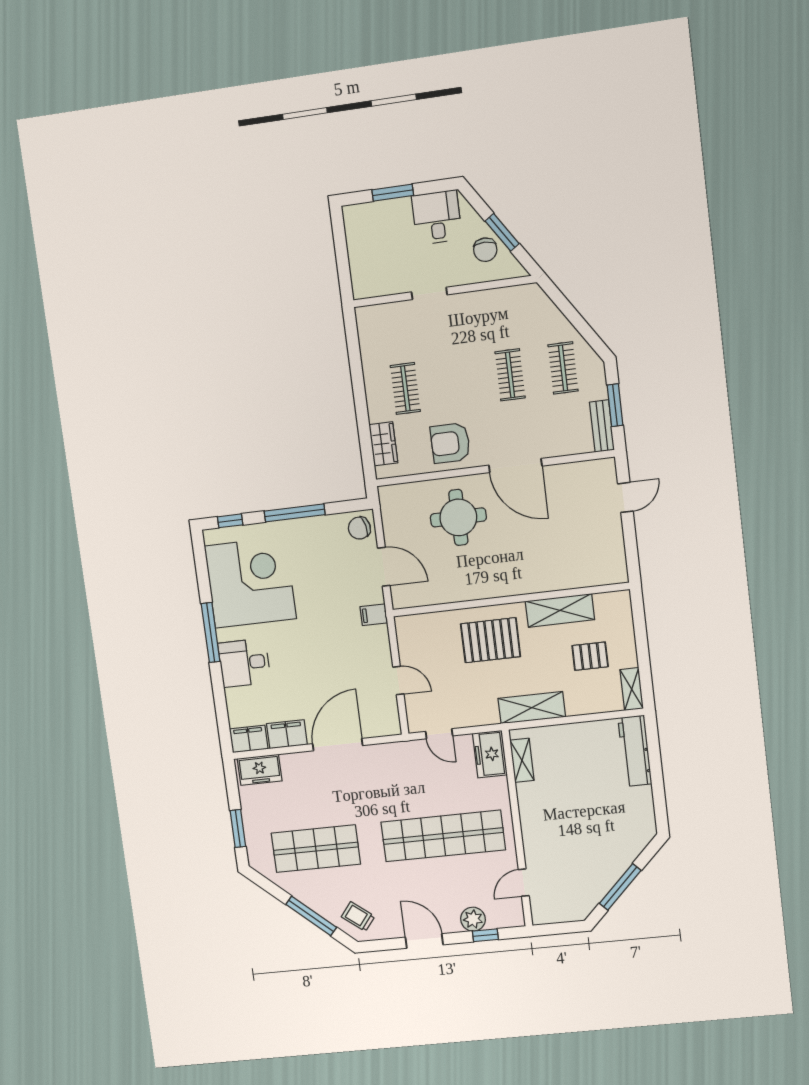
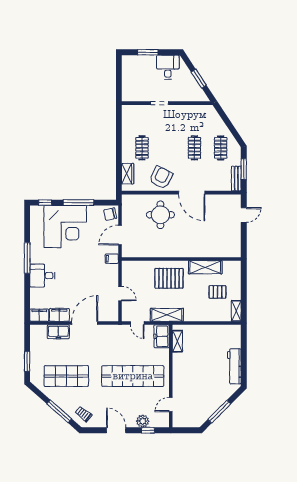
chair: (485, 250) -> (190, 86), removed
armchair: (450, 443) -> (161, 178), turned 117
door: (384, 567) -> (120, 235), swing flipped
corner desk: (250, 582) -> (65, 227), moved, turned 90
shelving: (532, 708) -> (167, 315), moved
workbench: (635, 751) -> (234, 366), moved
freezer: (260, 770) -> (58, 332), moved

